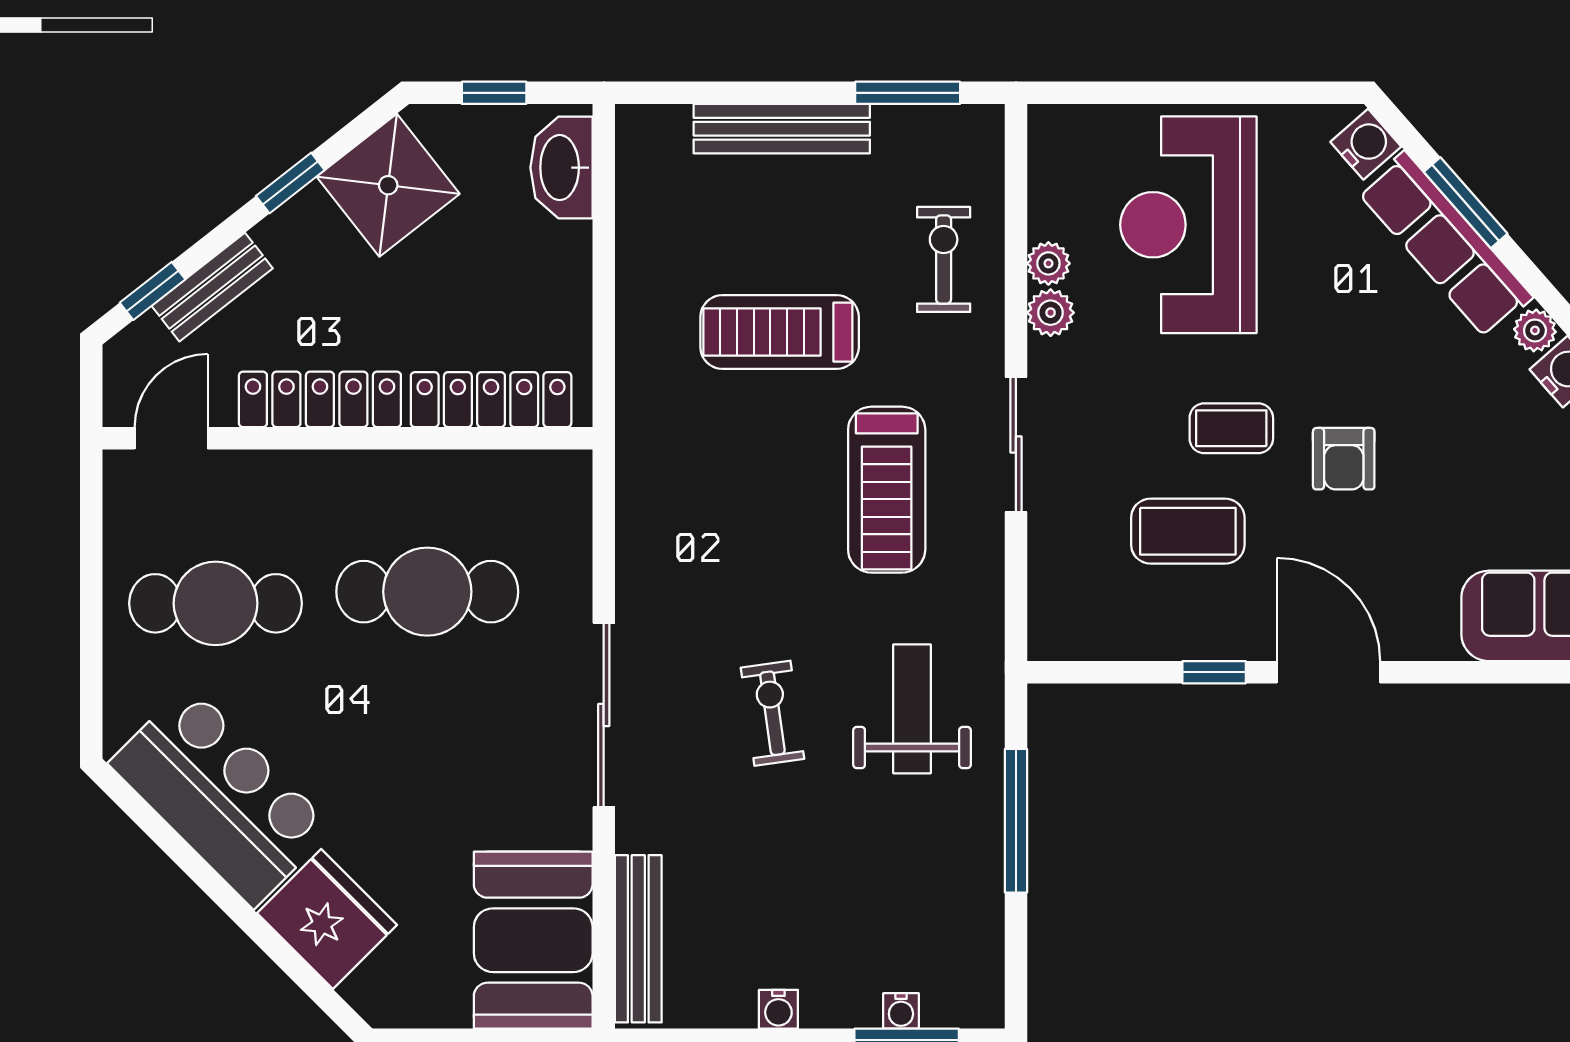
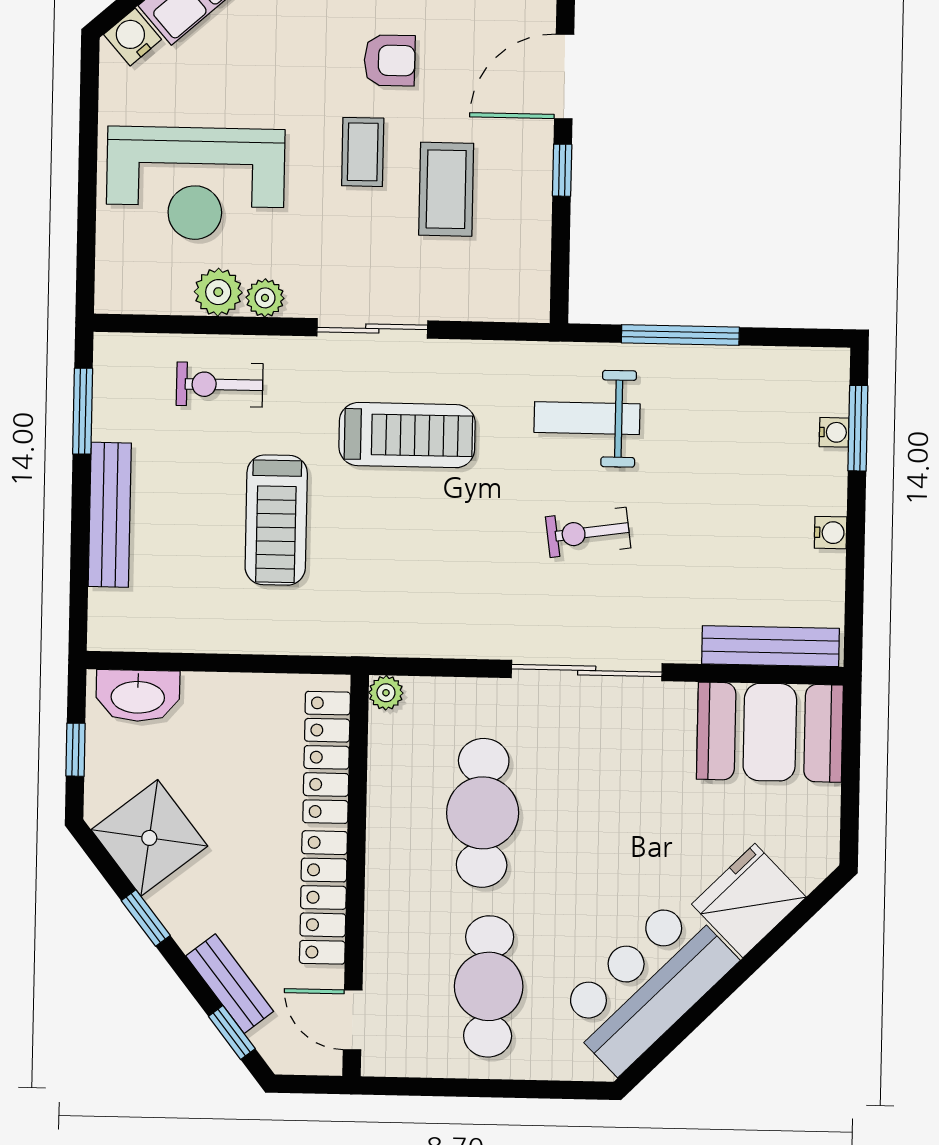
plant: (1048, 263) -> (218, 292), width x1.38, depth x1.38
plant: (571, 470) -> (386, 693), added

